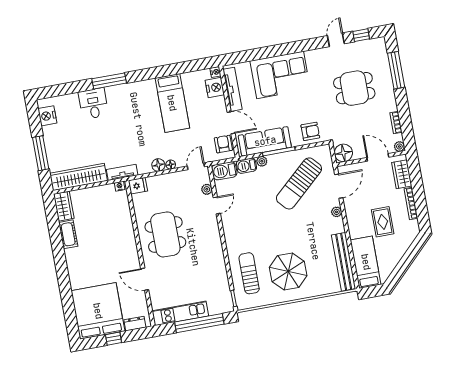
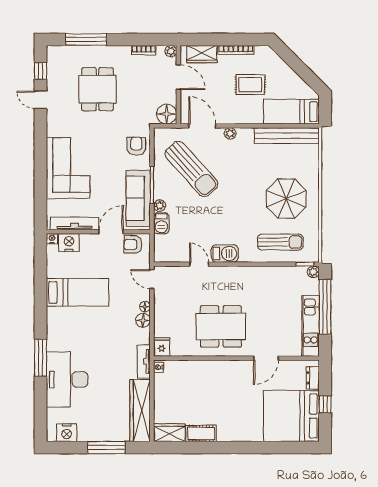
desk: (93, 104) -> (67, 380), width x1.87, depth x1.30
door: (378, 157) -> (178, 77), swing flipped
barbecue: (224, 171) -> (225, 253), moved, turned -90
plant: (207, 189) -> (313, 272), moved
sun lounger: (249, 273) -> (280, 242), turned 180

